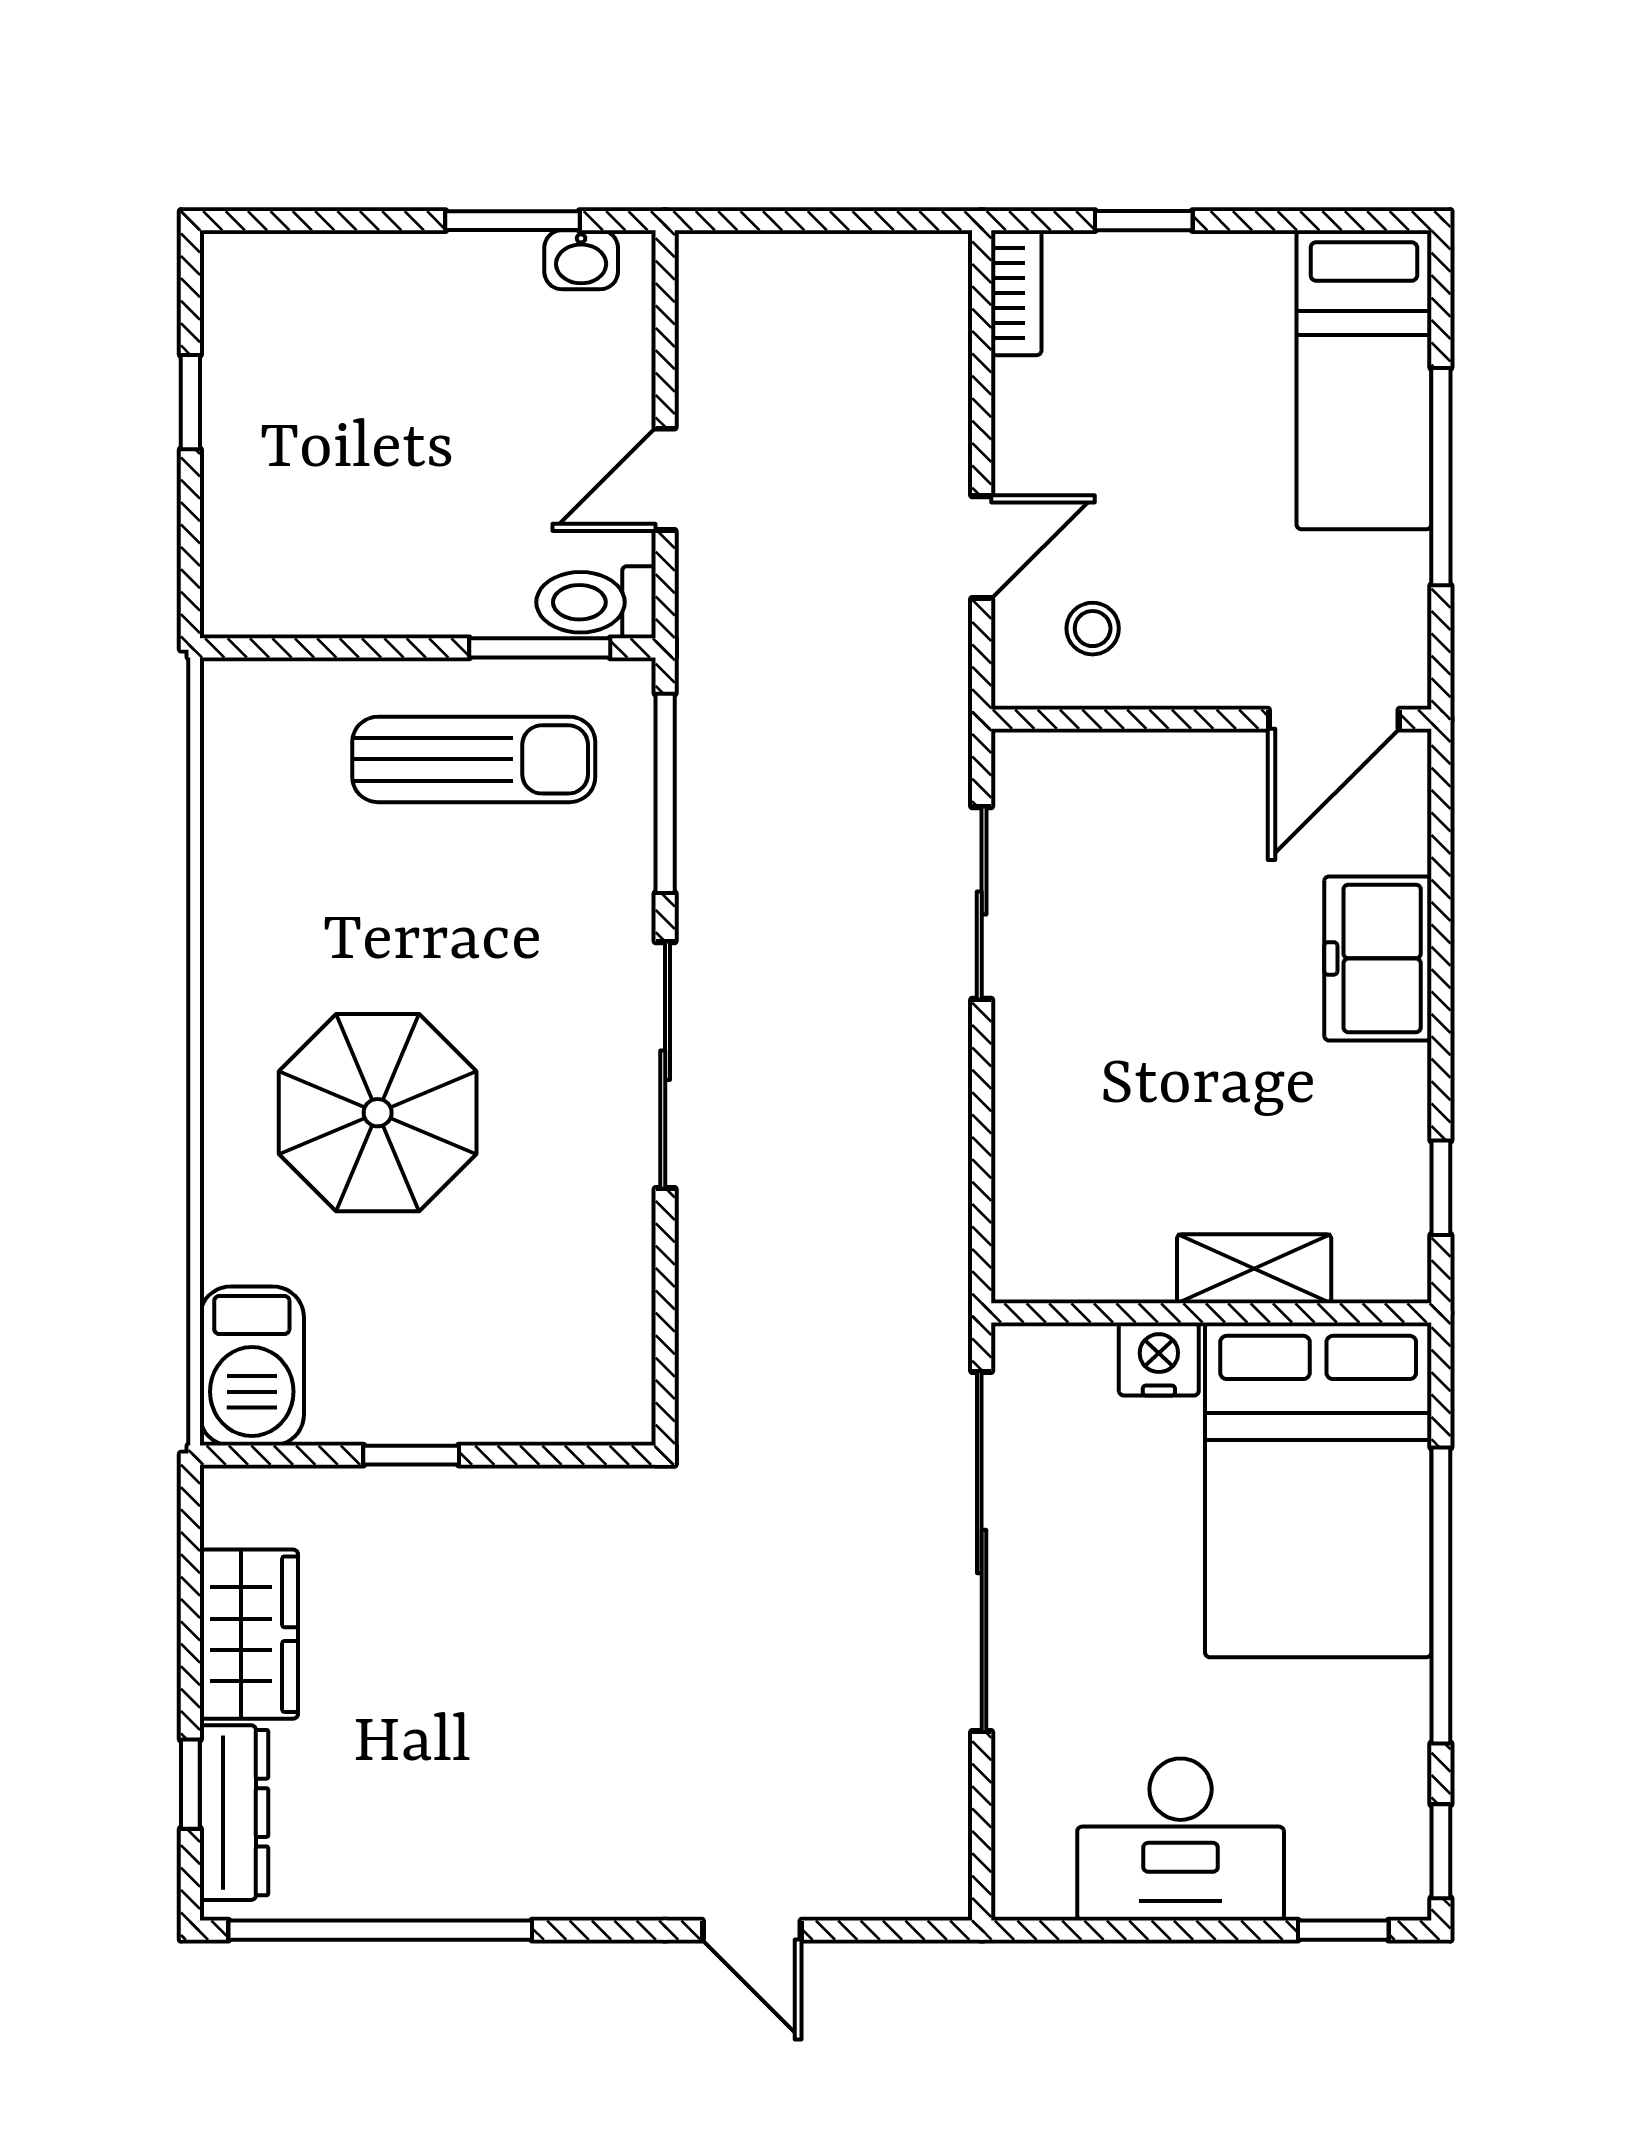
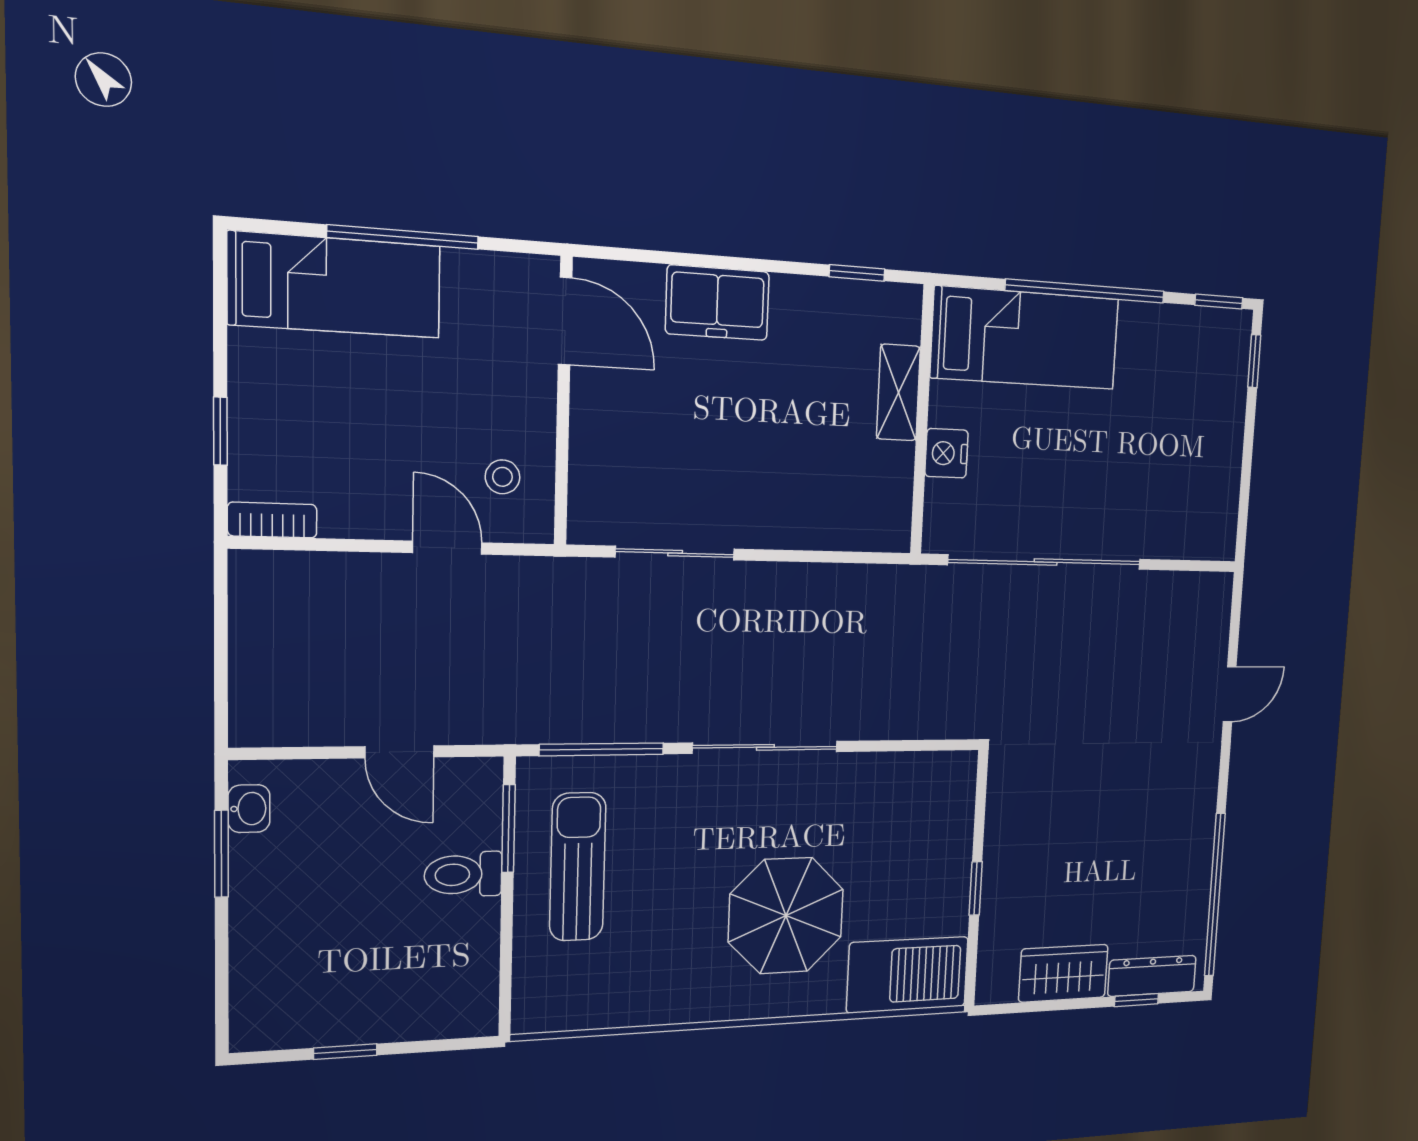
toilet: (596, 602) -> (463, 874), moved, turned 90
barbecue: (252, 1366) -> (908, 975), width x1.37, depth x1.21
bed: (1318, 1490) -> (1025, 338), width x0.67
desk: (1181, 1839) -> (1202, 452), removed

